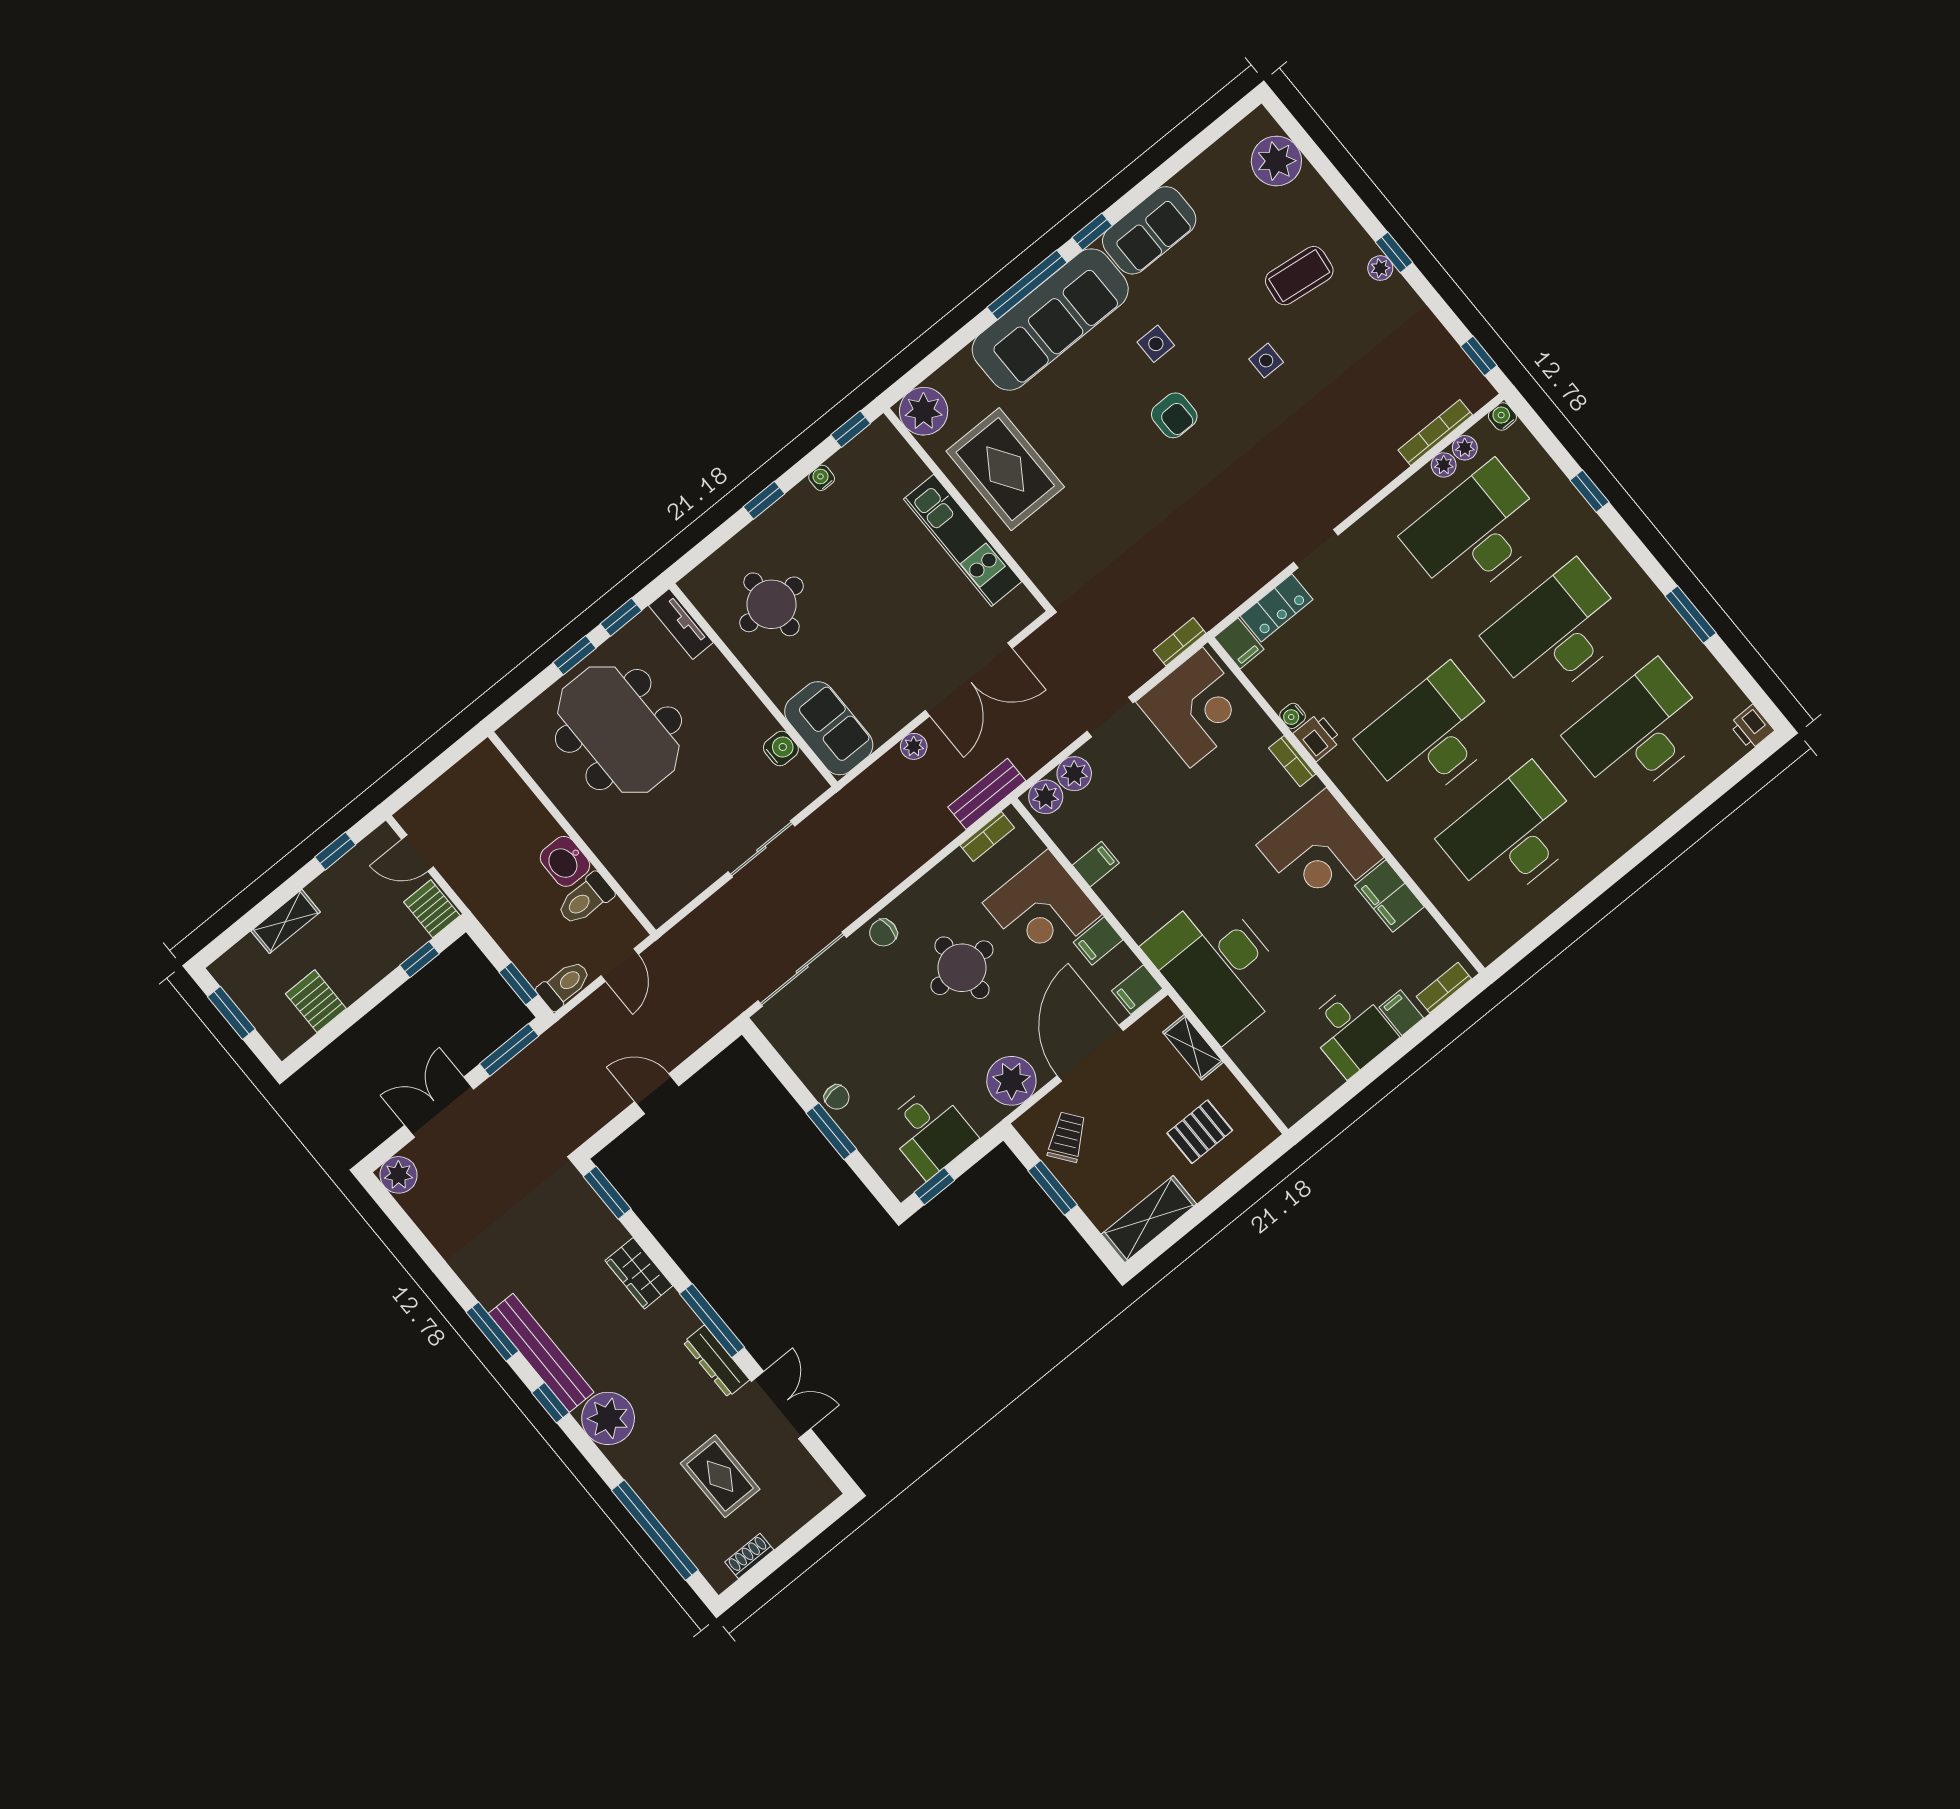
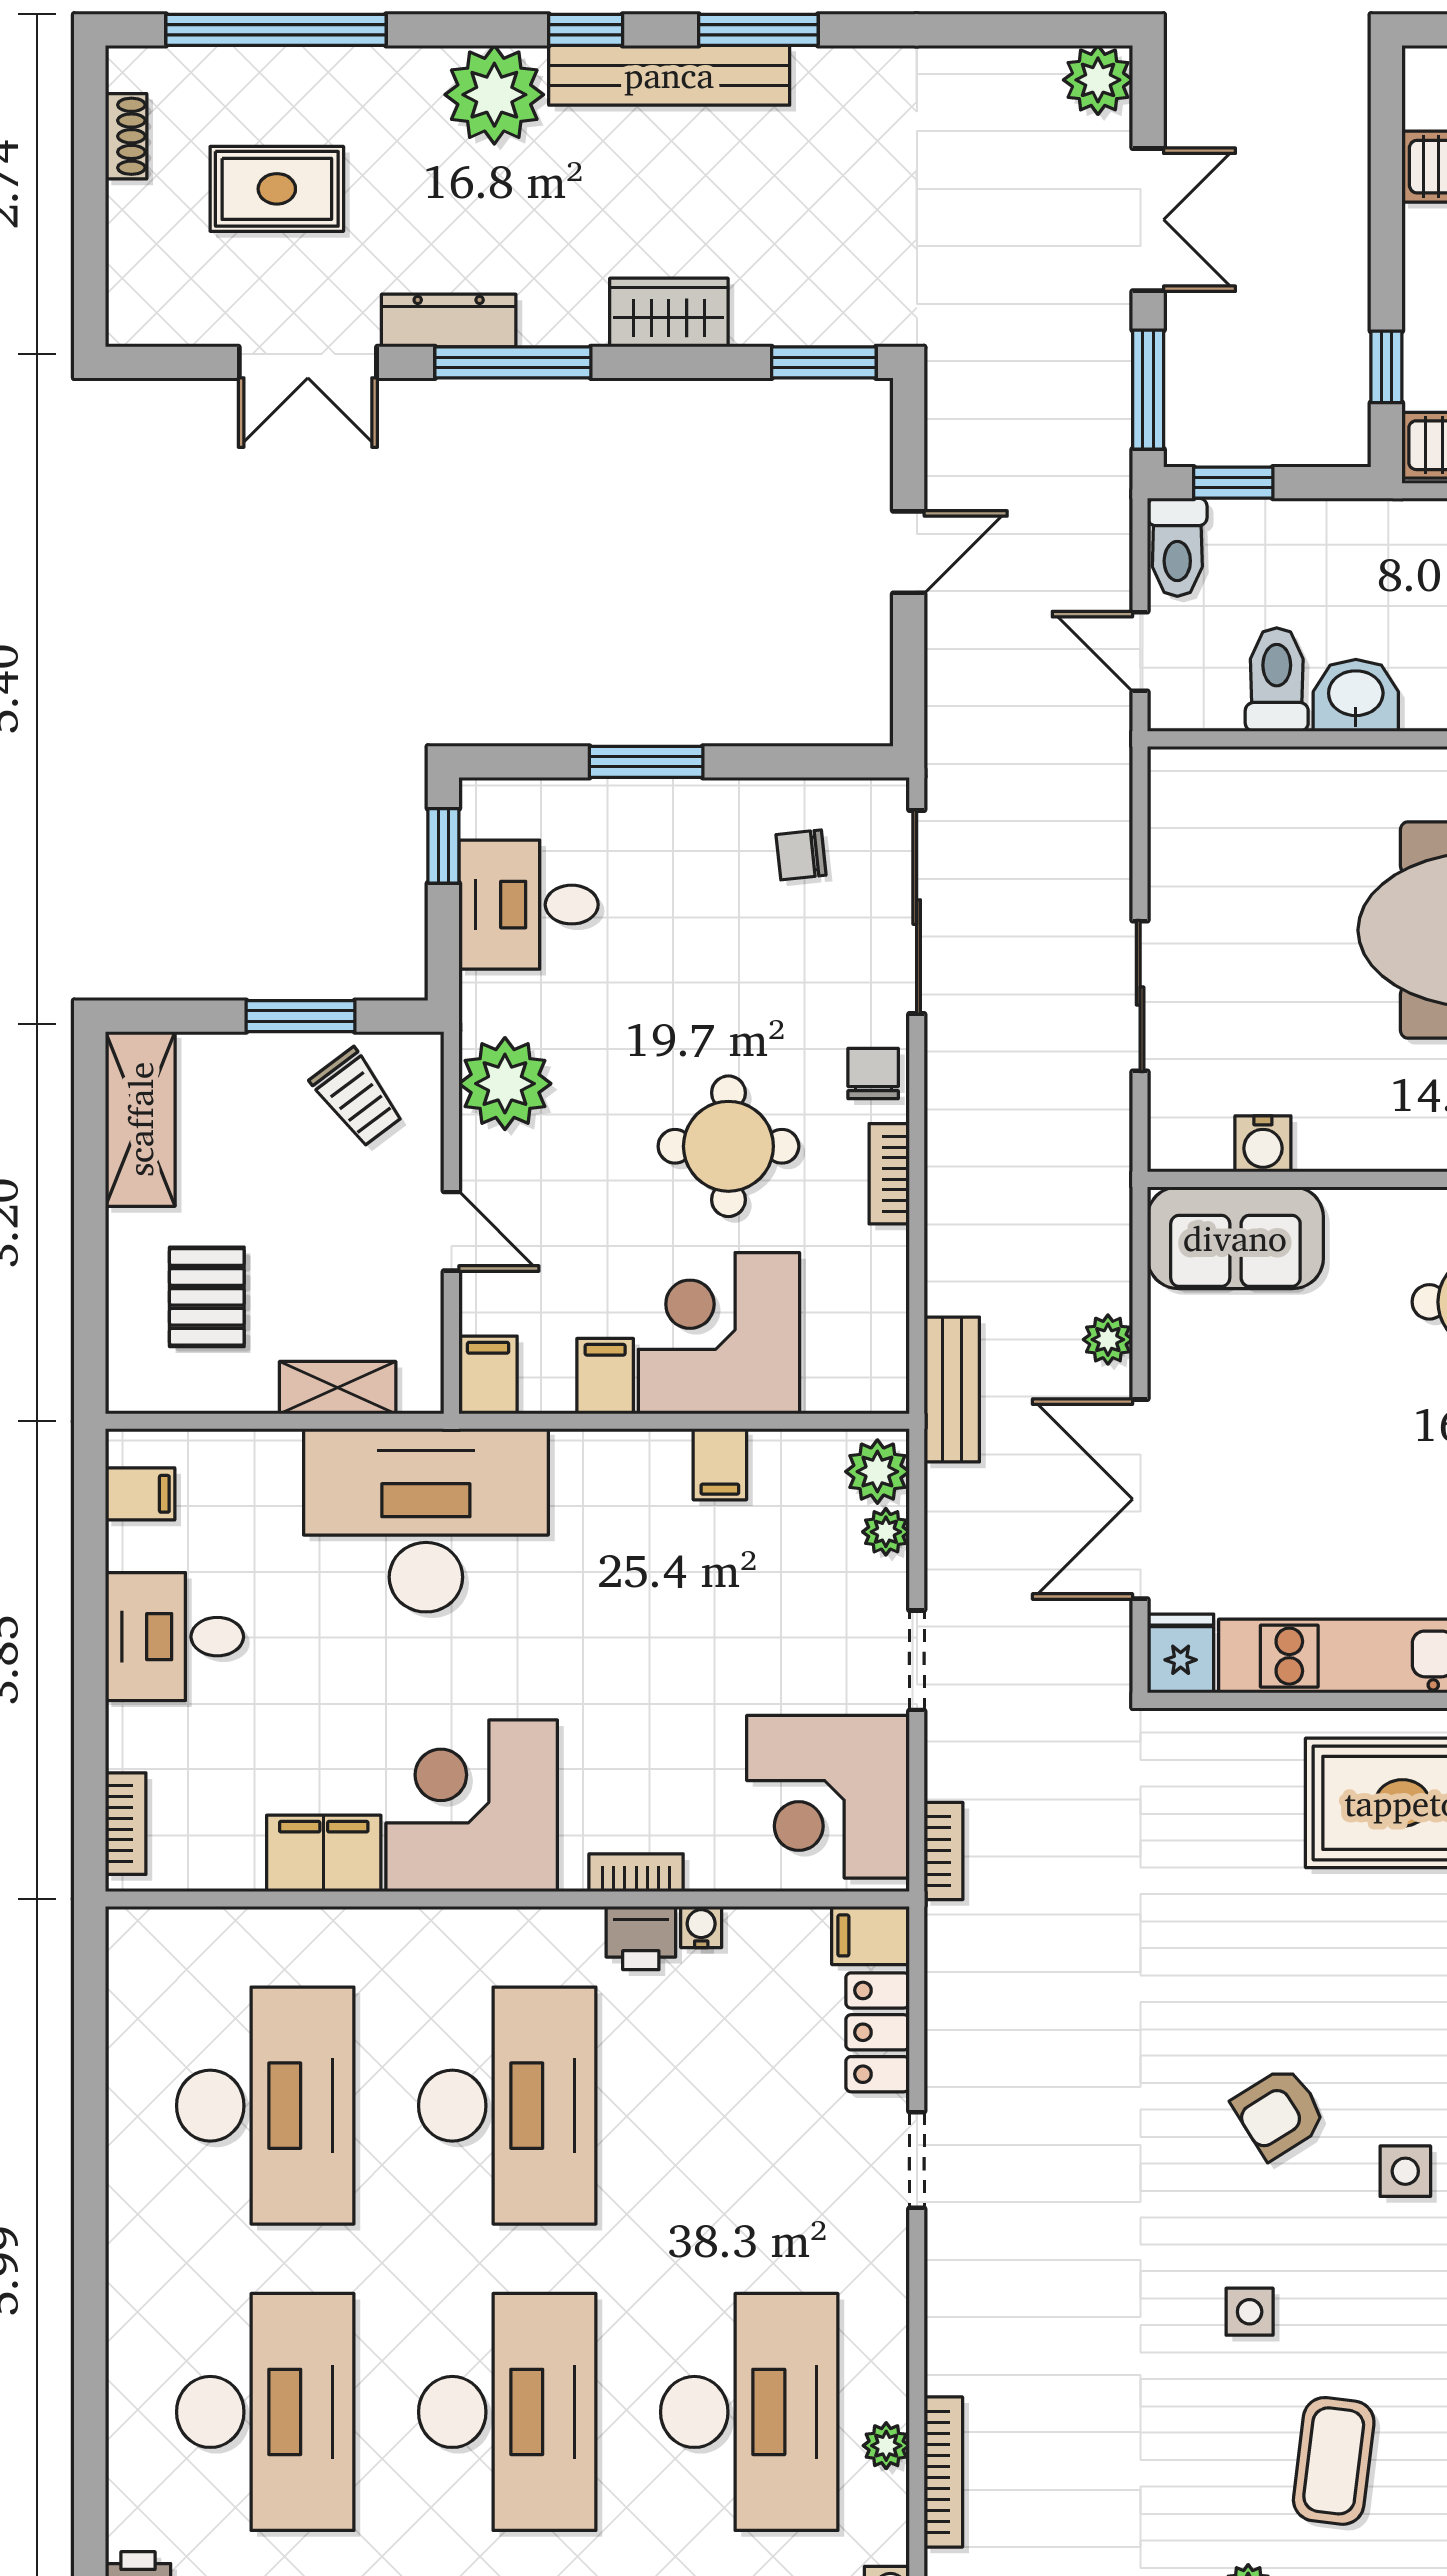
armchair: (1174, 415) -> (1279, 2113), turned -32
plant: (1465, 448) -> (886, 2497), removed
fridge: (1018, 611) -> (1181, 1654), added
plant: (1074, 774) -> (886, 1532), width x0.73, depth x0.73
bookcase: (987, 837) -> (889, 1174), moved
filing cabinet: (1401, 1013) -> (140, 1494), moved
door: (1090, 1053) -> (451, 1231), width x0.53
chair: (837, 1097) -> (801, 855), moved

